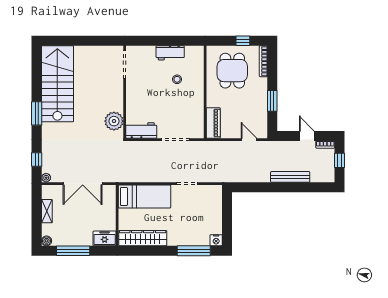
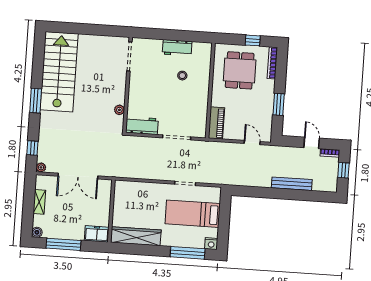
plant: (114, 121) -> (119, 110), width x0.53, depth x0.53
bed: (144, 197) -> (193, 214), moved, turned 180

